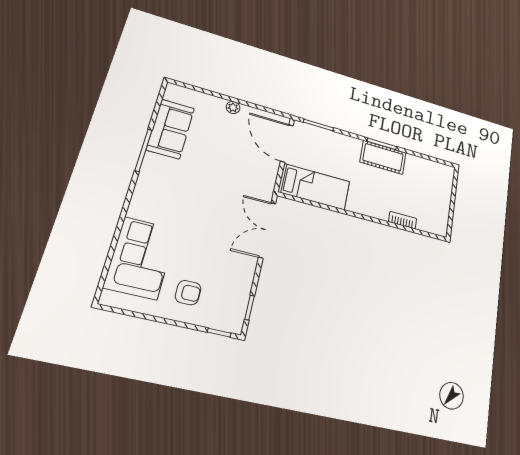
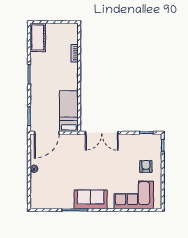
sofa: (170, 129) -> (91, 199), moved
cot: (383, 157) -> (38, 37), moved

